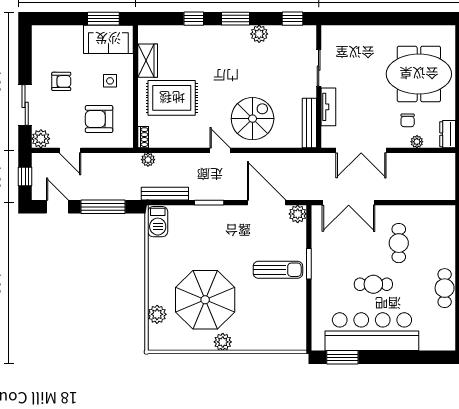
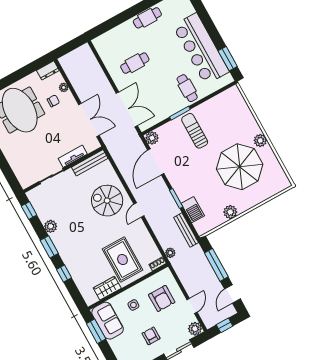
barbecue: (158, 222) -> (193, 210), moved, turned 90
cafe table: (373, 284) -> (187, 88), moved
plant: (157, 314) -> (230, 212), moved

